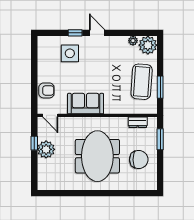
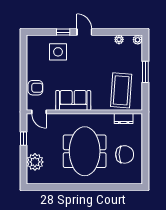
plant: (148, 45) -> (138, 40), width x0.53, depth x0.53
coffee table: (142, 82) -> (121, 90), moved
window: (160, 87) -> (145, 72), moved
window: (160, 139) -> (145, 135), removed
plant: (46, 149) -> (35, 162), moved

